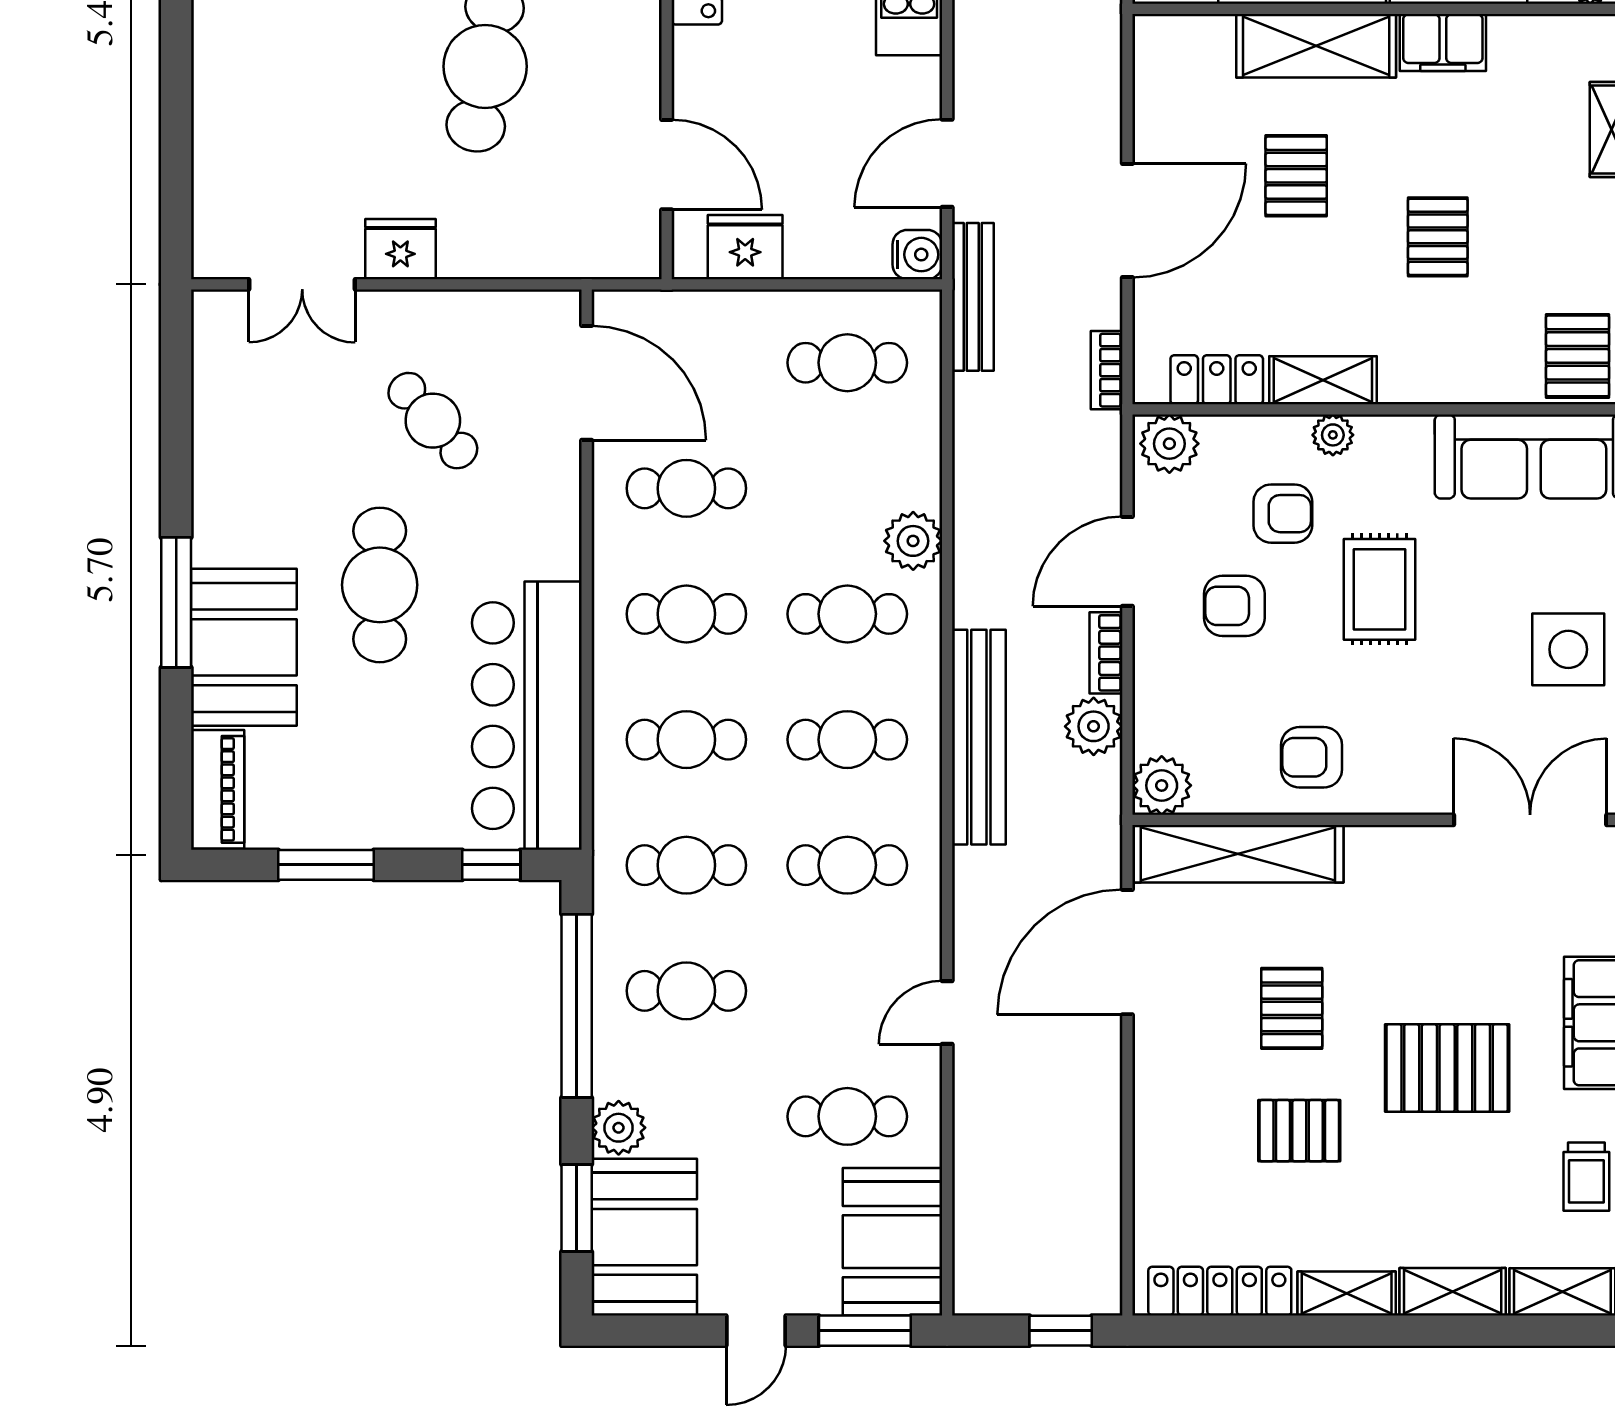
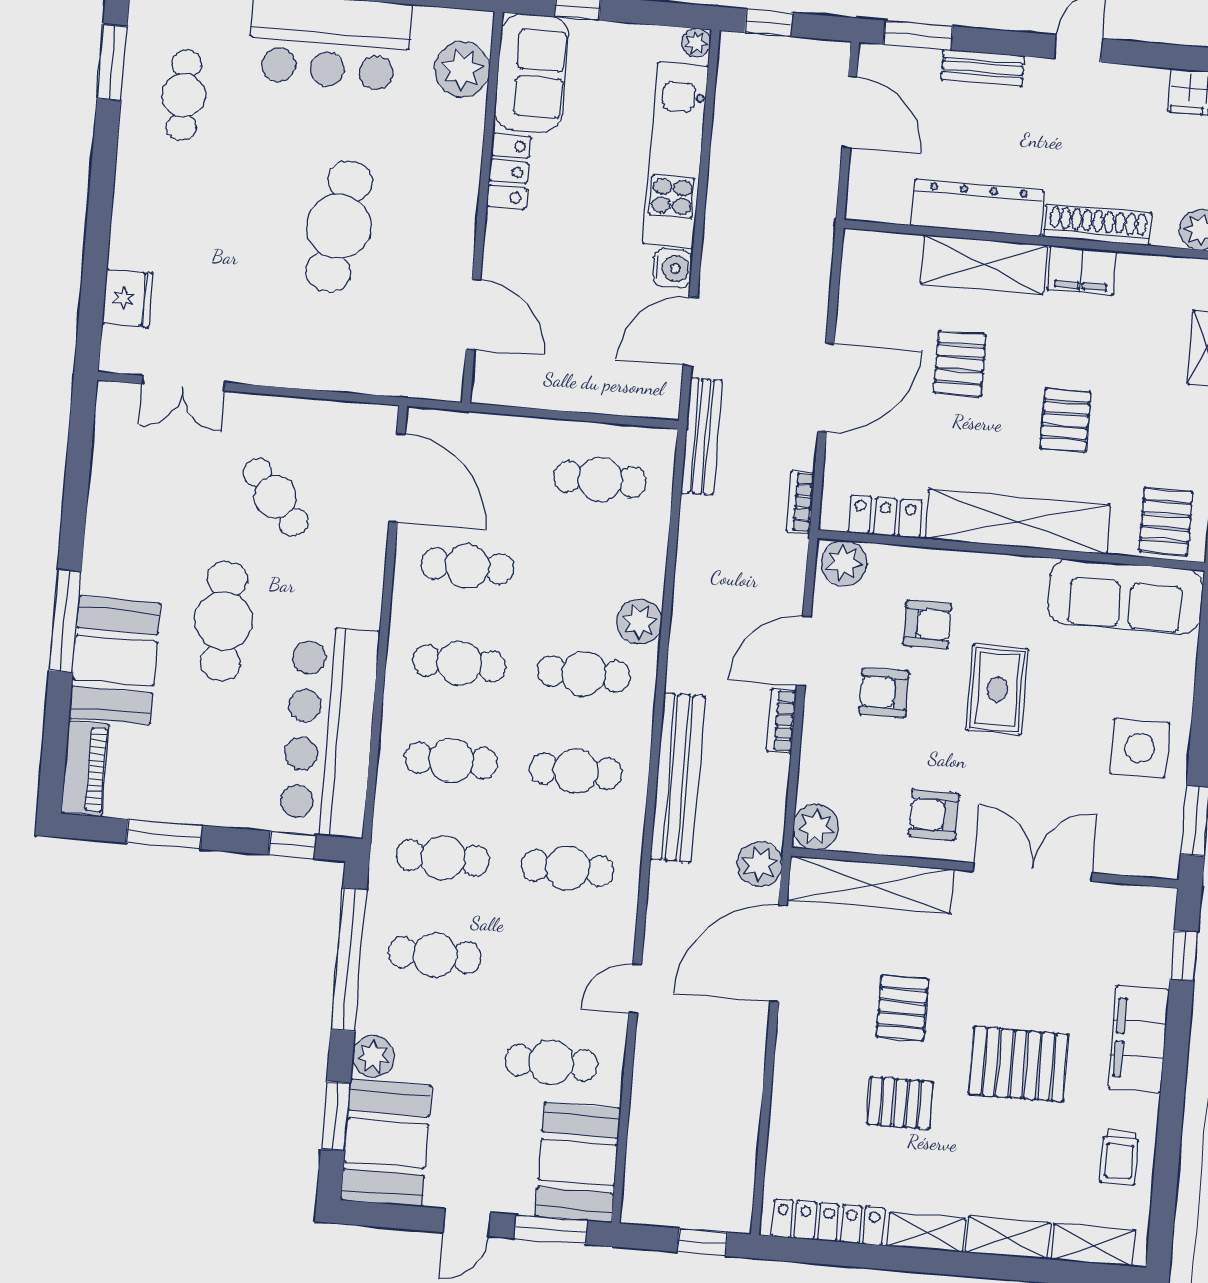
fridge: (745, 247) -> (529, 383), removed
fridge: (400, 249) -> (127, 298), moved, turned 90
water cooler: (917, 255) -> (672, 268), moved
shelving: (1323, 380) -> (1017, 522), width x2.20, depth x1.33
plant: (1333, 435) -> (971, 567), removed
plant: (1094, 726) -> (760, 864), moved
double door: (1530, 820) -> (1033, 872), moved

